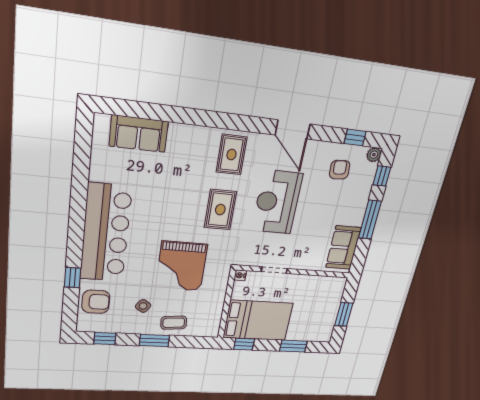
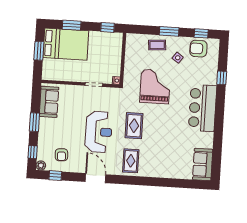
sofa: (139, 134) -> (203, 165), moved, turned -90
window: (370, 220) -> (34, 122), width x0.69
bar counter: (106, 233) -> (203, 108), width x0.73
armchair: (96, 302) -> (198, 49), moved
bed: (258, 321) -> (66, 44), moved, turned 180

